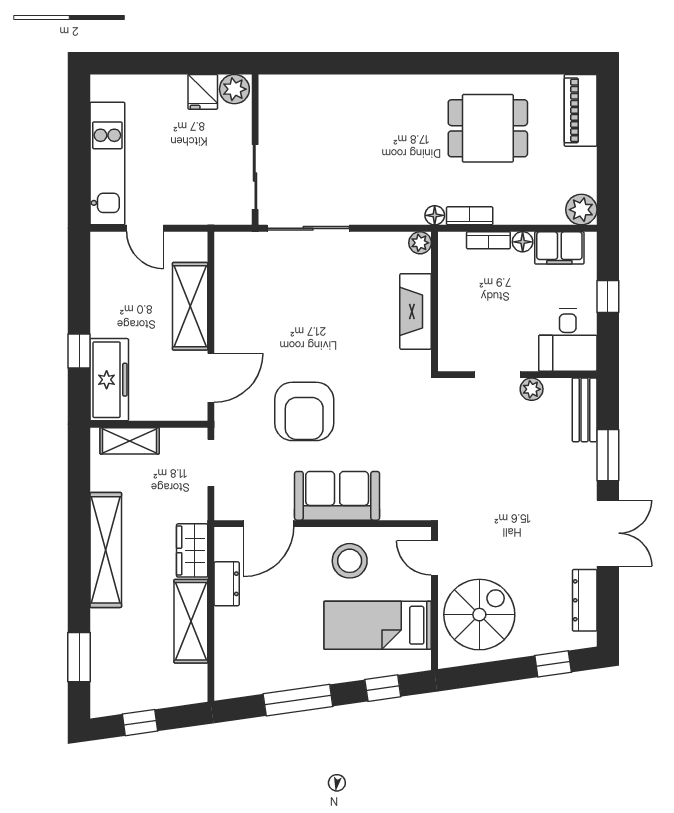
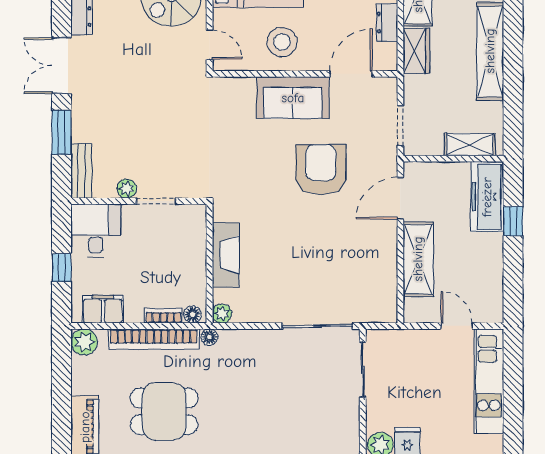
bookcase: (470, 216) -> (154, 339), width x2.31, depth x1.31
floor lamp: (523, 242) -> (193, 314), moved

